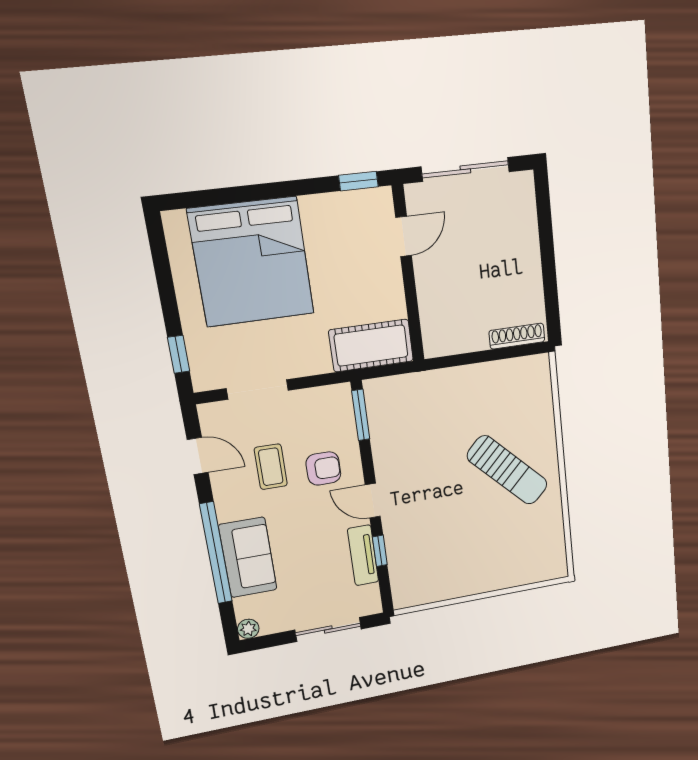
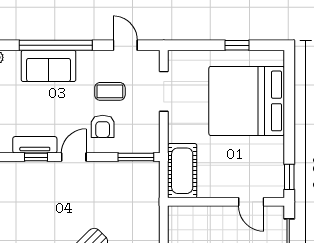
window: (179, 354) -> (237, 45), moved
door: (198, 456) -> (125, 45), swing flipped

